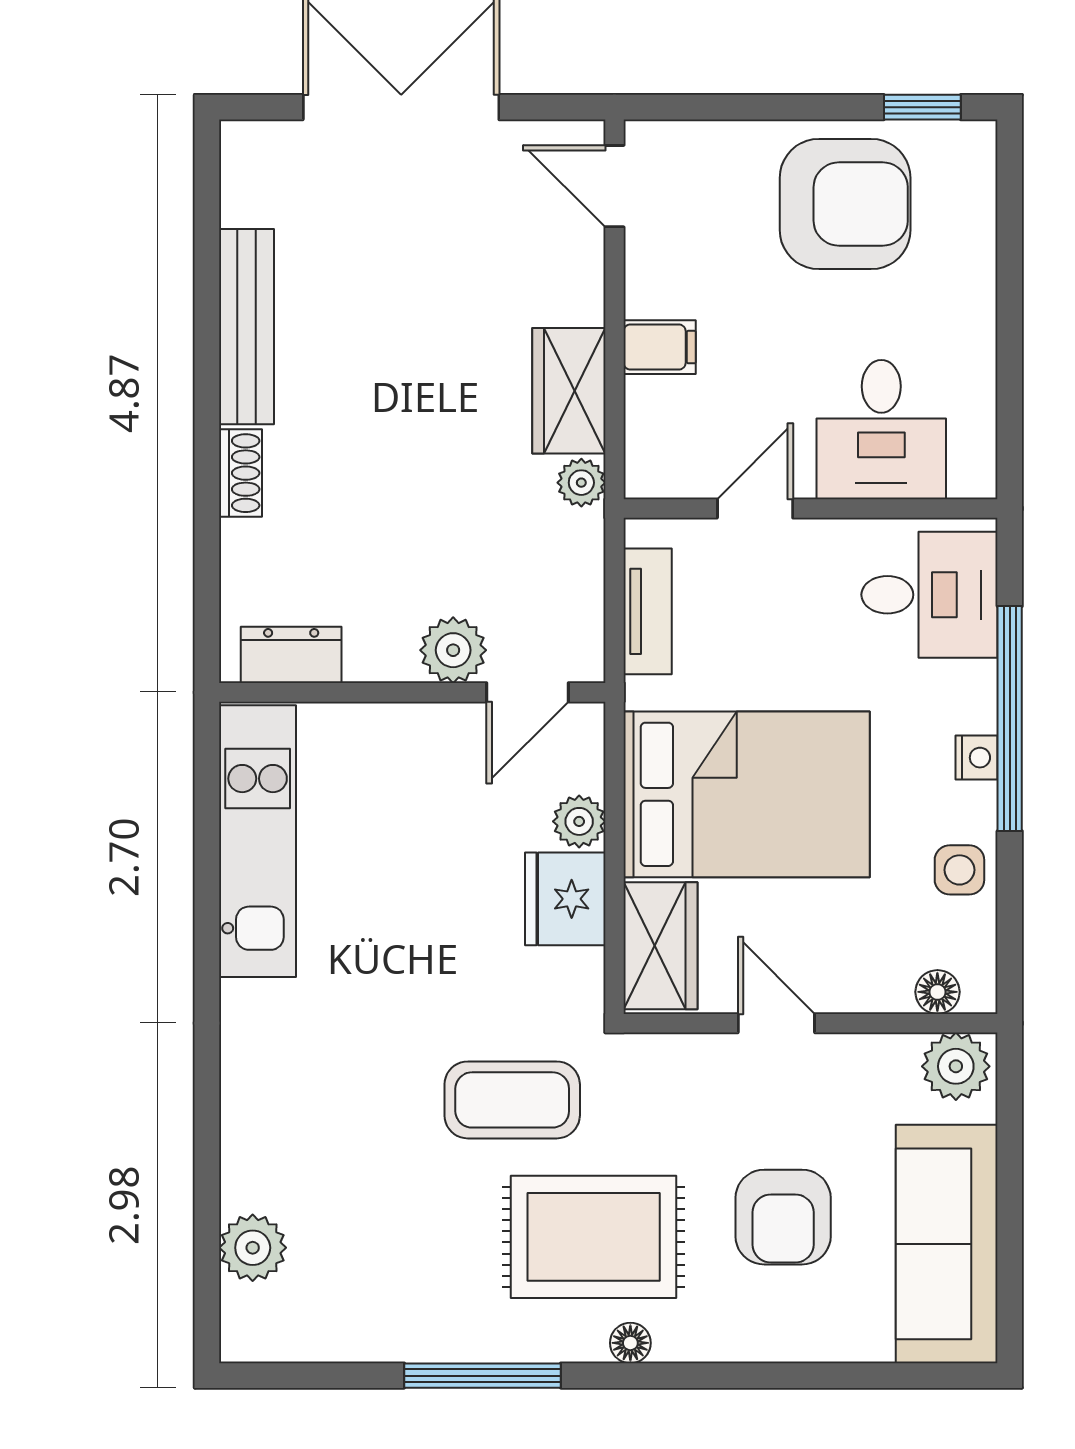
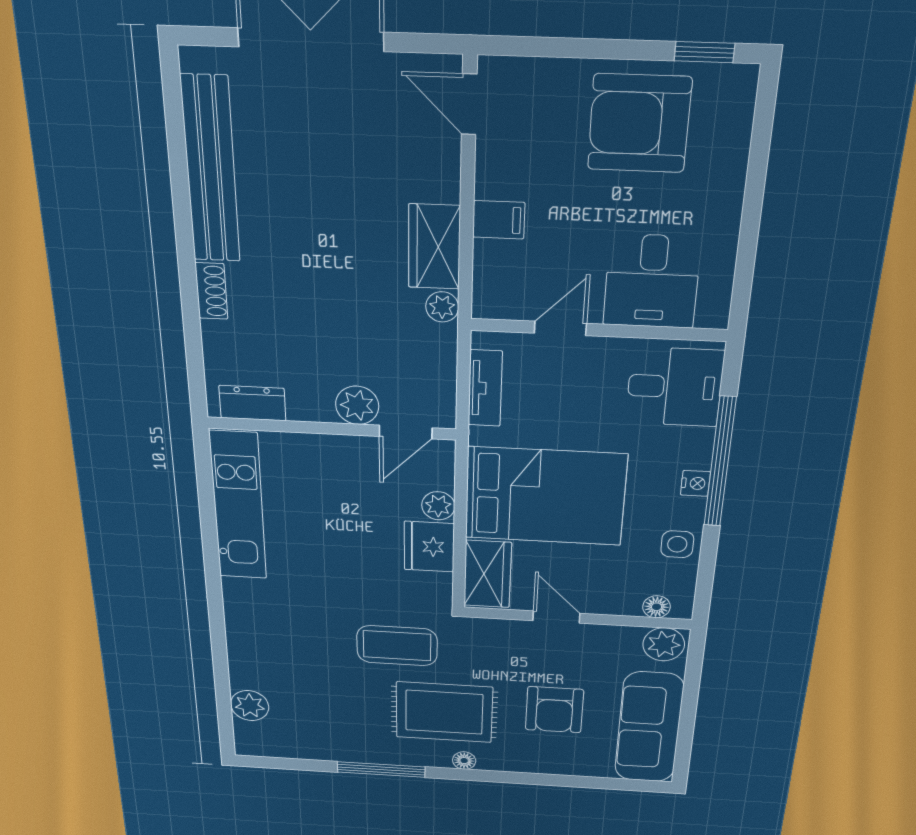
armchair: (845, 204) -> (639, 123), turned 180
bench: (247, 327) -> (211, 170), width x1.37, depth x1.21

